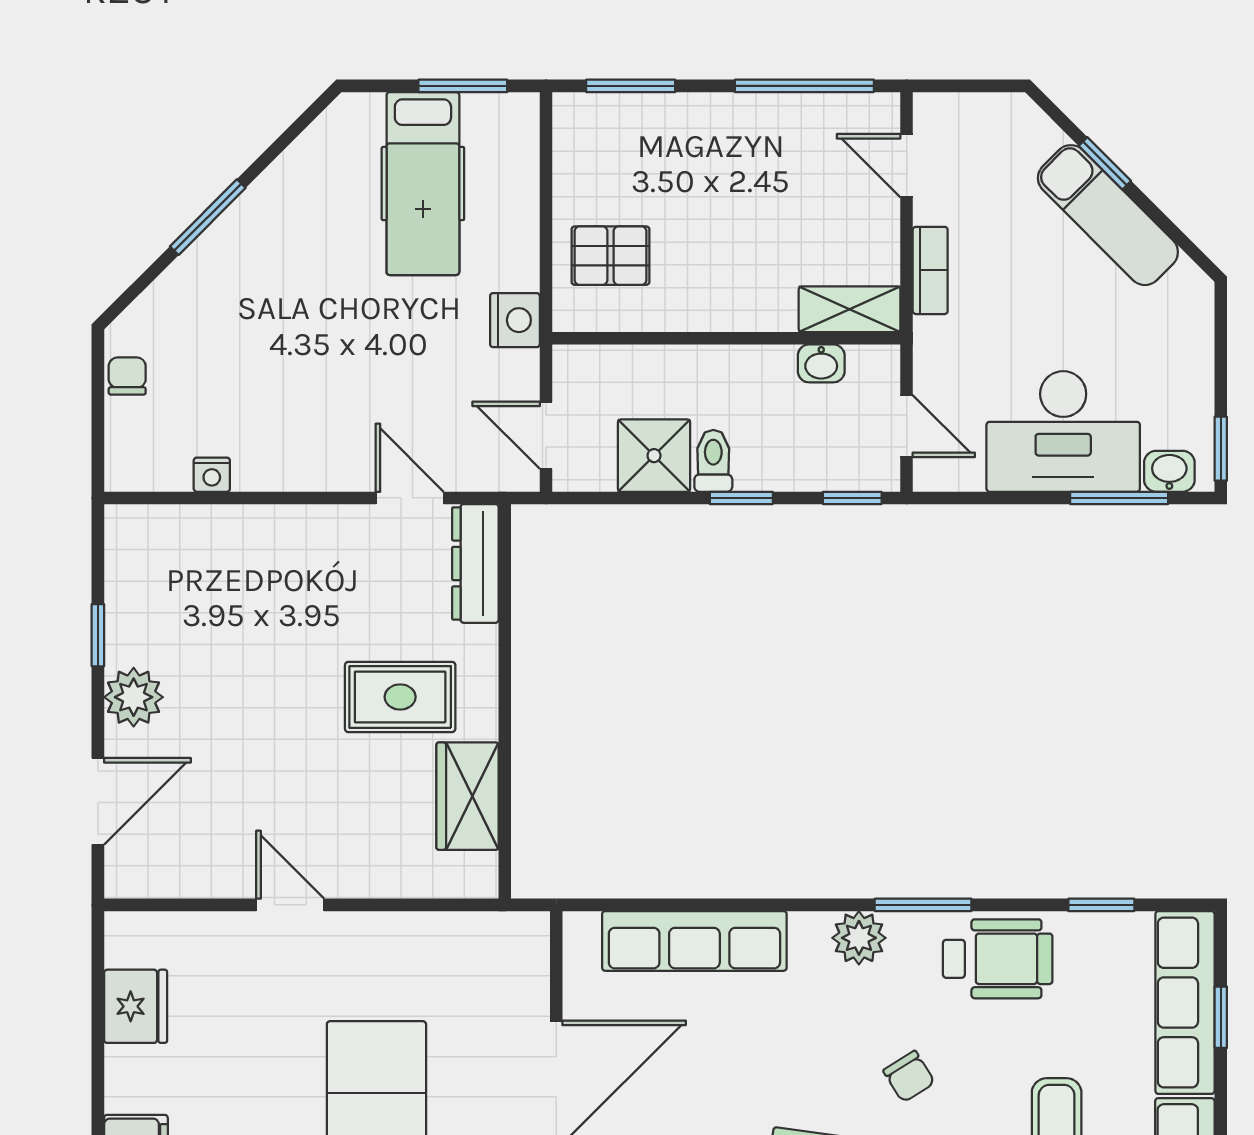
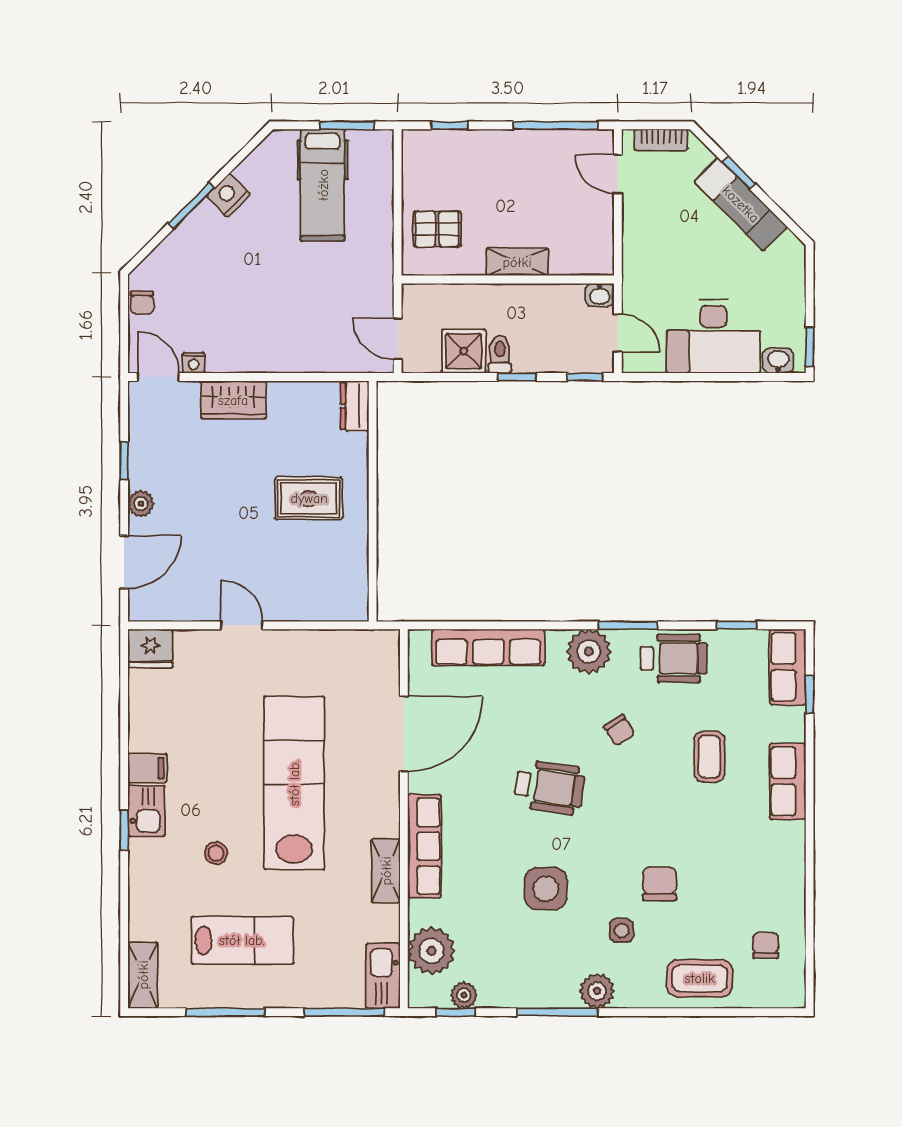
window: (631, 86) -> (449, 125), width x0.67
bookcase: (930, 270) -> (661, 140), moved, turned 90
shelving: (850, 309) -> (517, 262), moved
nightstand: (515, 320) -> (228, 195), moved, turned -135
washbasin: (821, 363) -> (600, 295), moved
chair: (127, 376) -> (142, 303), turned 180
door: (410, 498) -> (158, 377), moved
window: (1119, 498) -> (748, 377), removed
dresser: (475, 563) -> (355, 406), width x0.70
plant: (134, 697) -> (141, 504), width x0.73, depth x0.73
wardrobe: (467, 796) -> (233, 400), moved, turned -90
plant: (859, 938) -> (589, 651), width x1.36, depth x1.36
row of seats: (1185, 1003) -> (788, 667), width x0.68
fridge: (136, 1006) -> (150, 648), moved, turned 90

